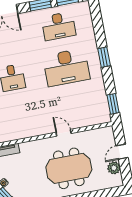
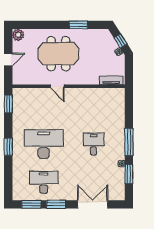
plant: (114, 168) -> (18, 35), moved

